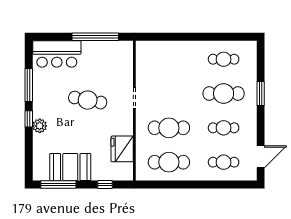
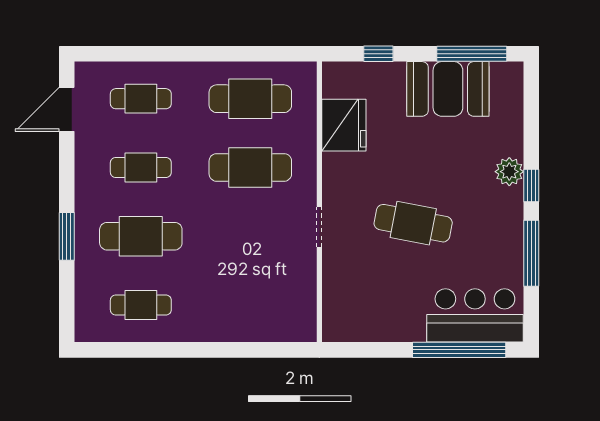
window: (95, 37) -> (459, 350), moved

